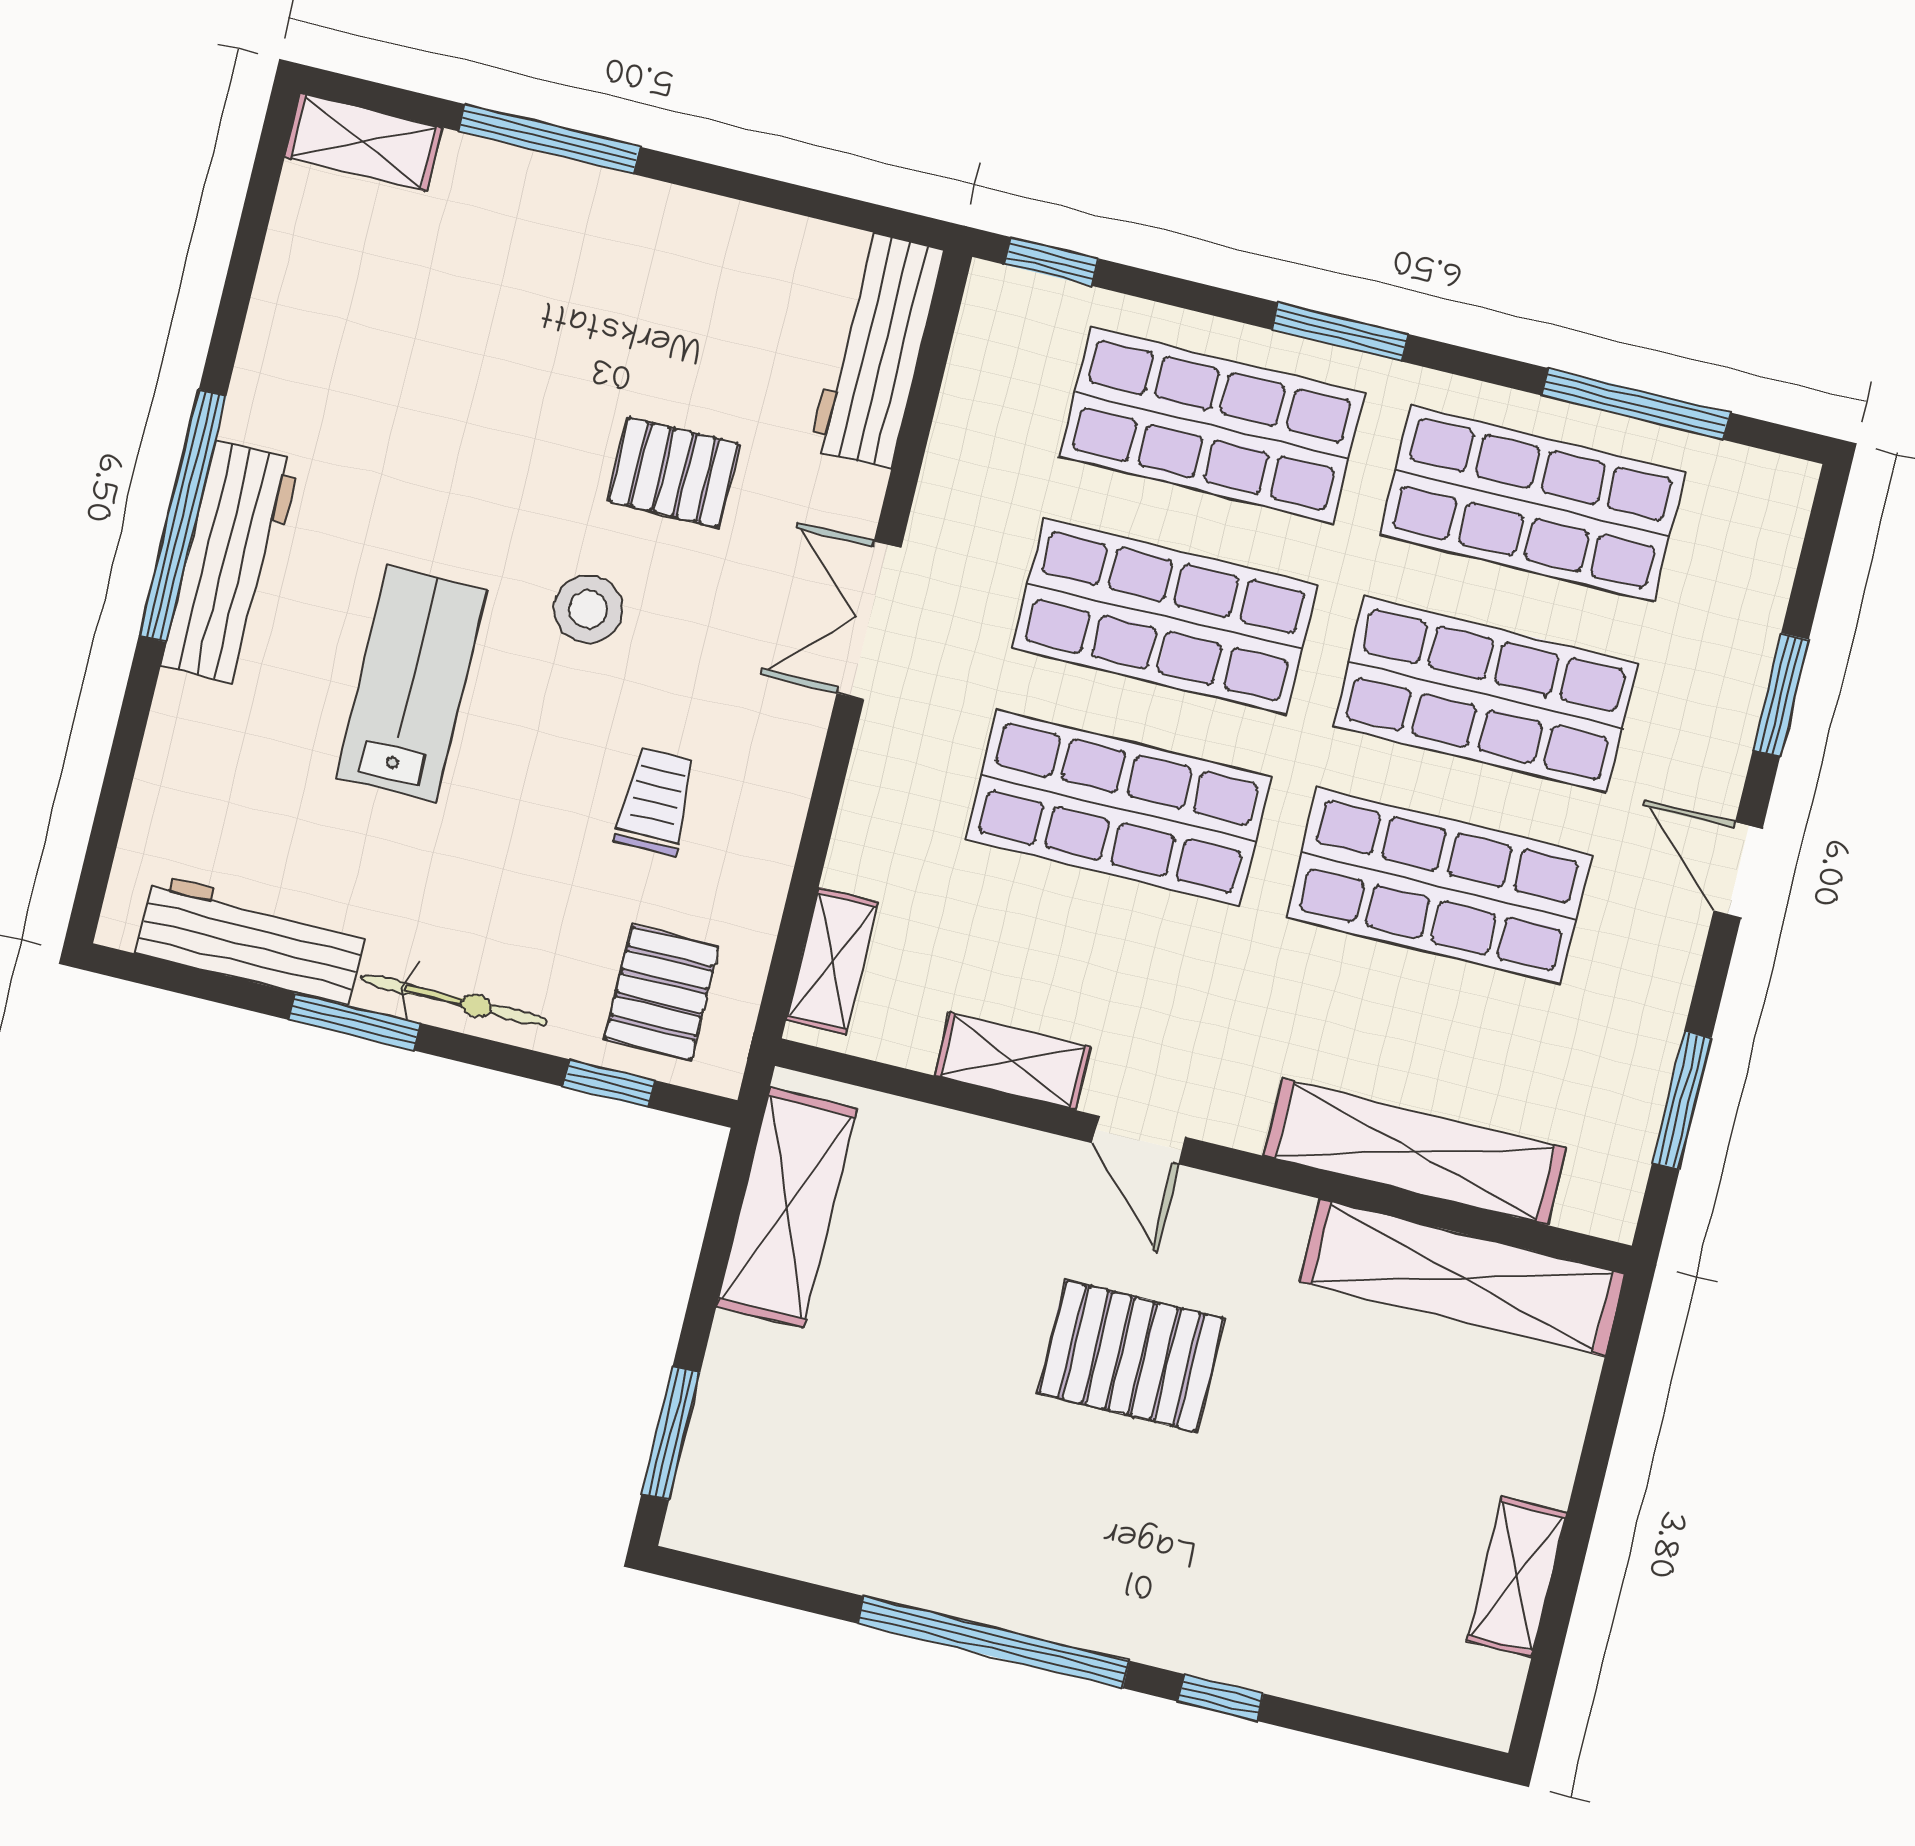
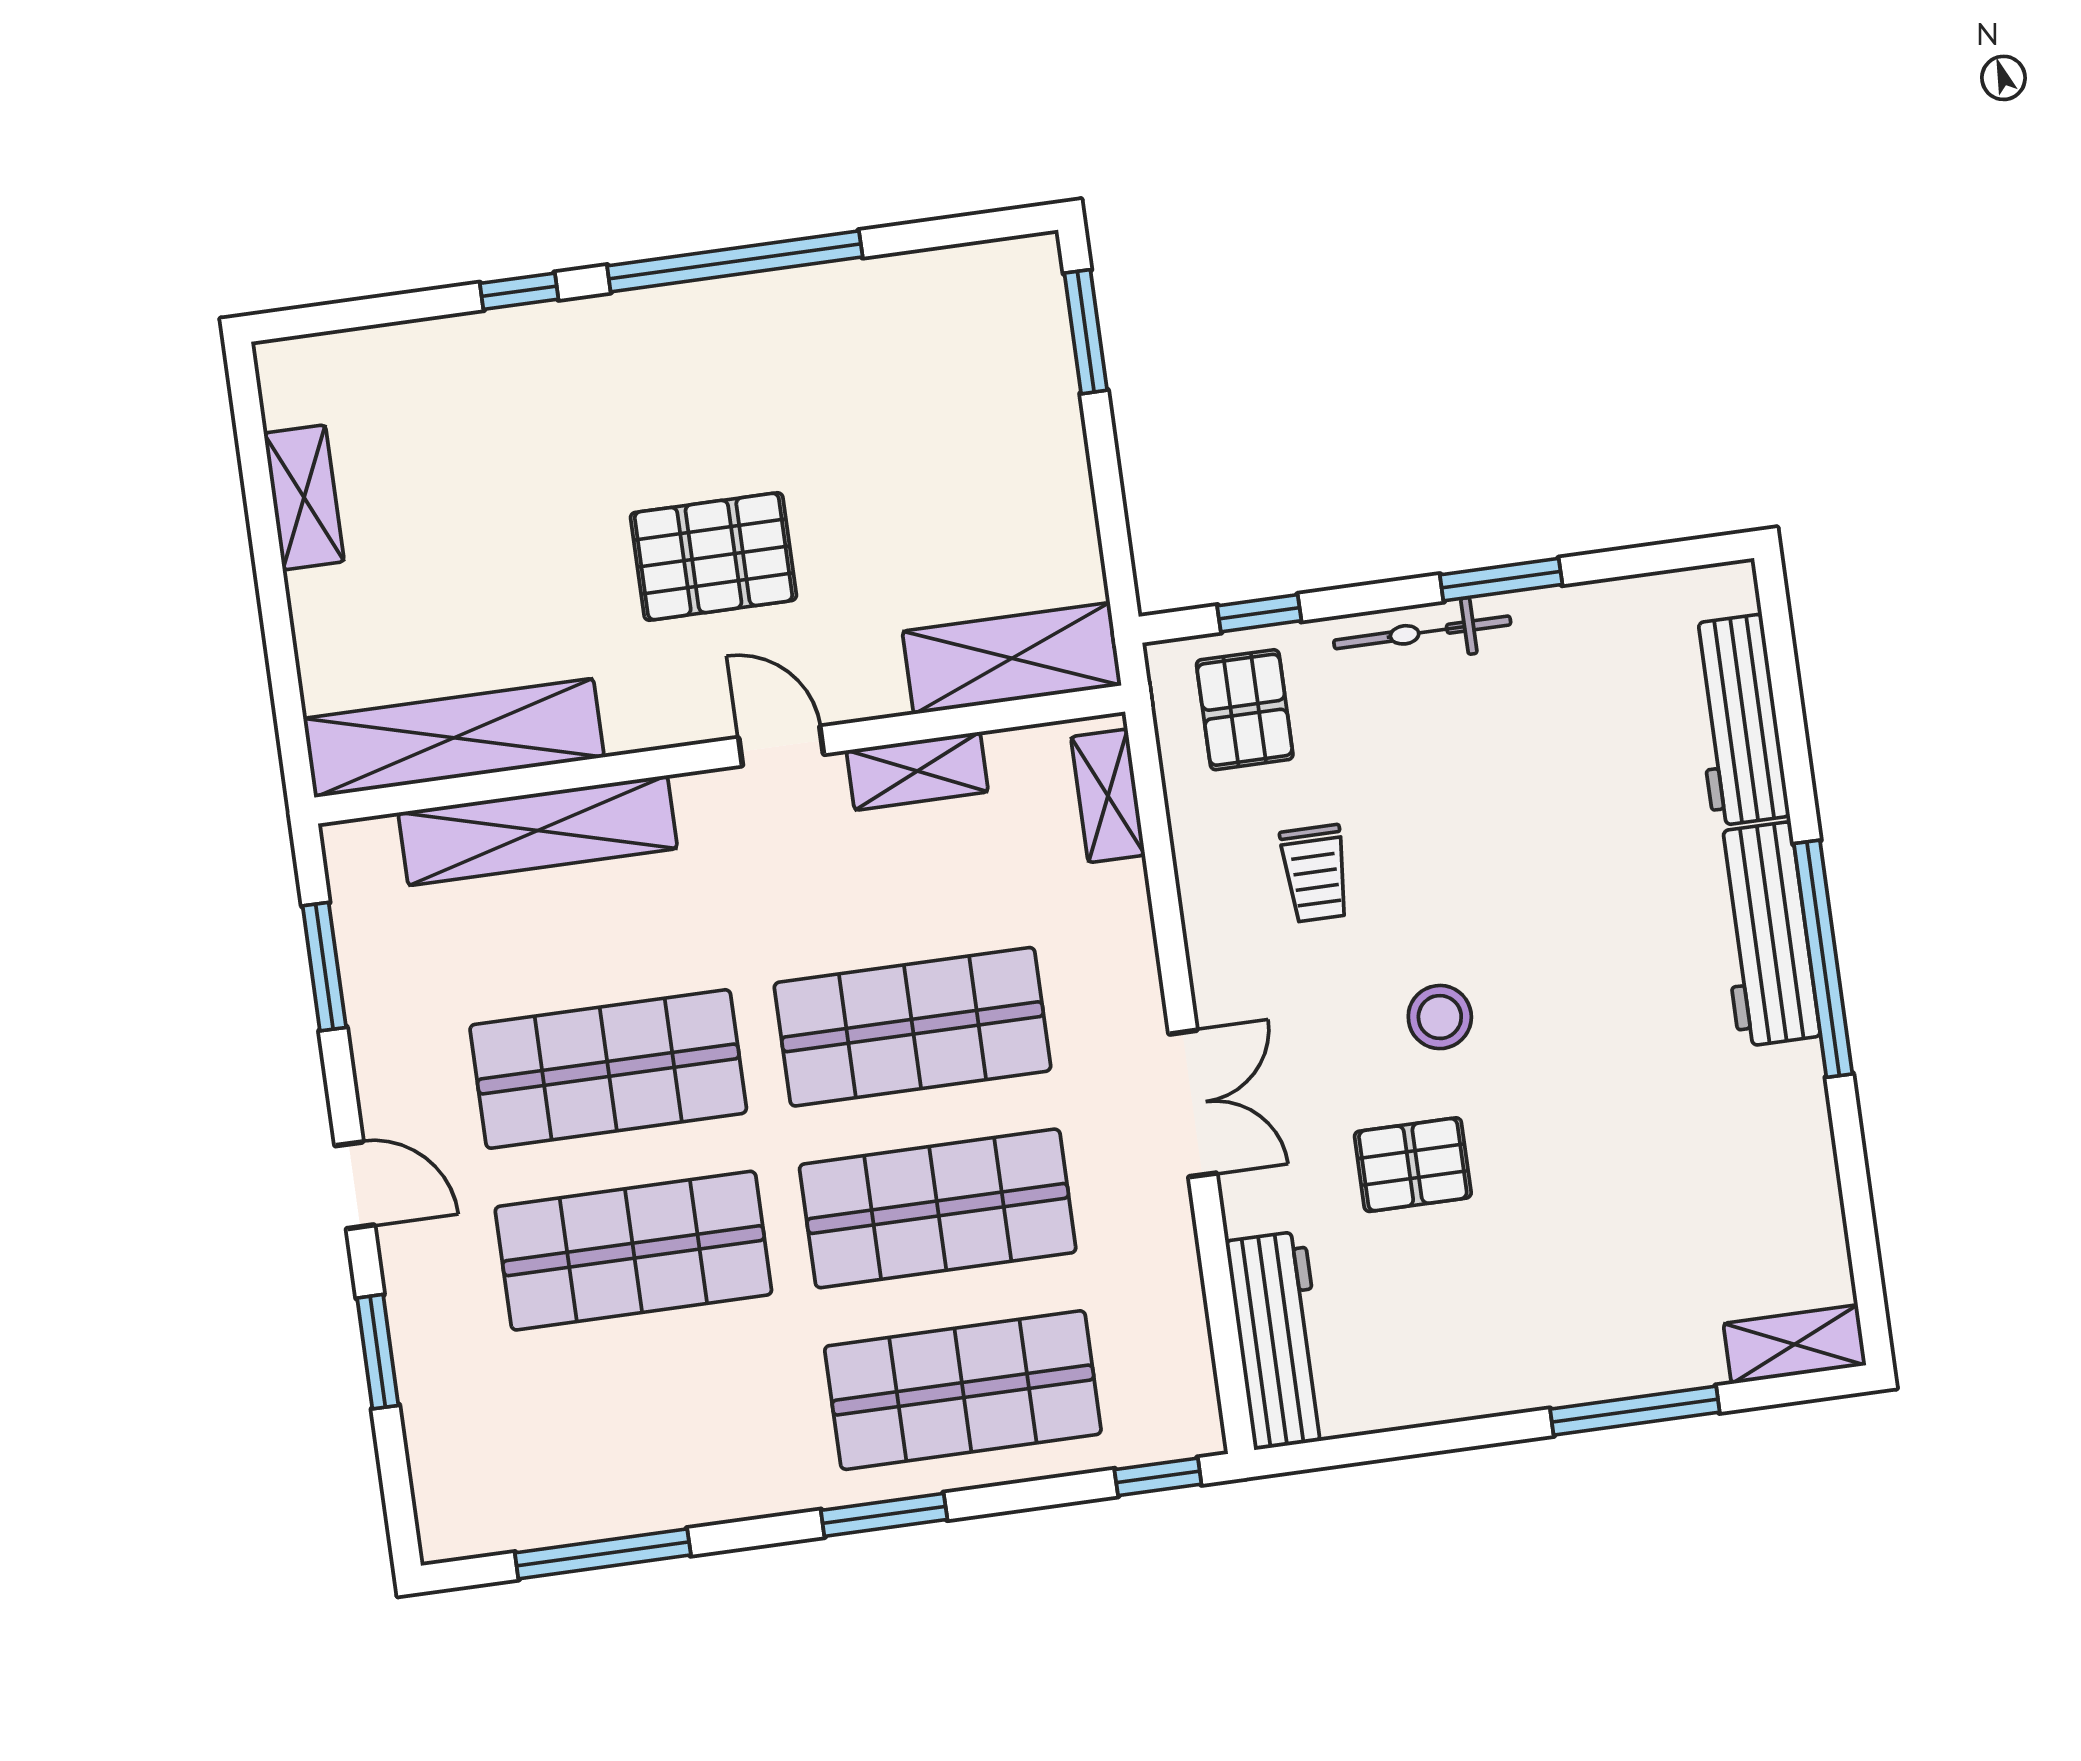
shop shelf: (1532, 503) -> (659, 1432), removed
lab bench: (412, 684) -> (1567, 892), removed
workbench: (252, 939) -> (1738, 720), moved, turned 90
shelving: (787, 1208) -> (1012, 658), moved, turned 90

